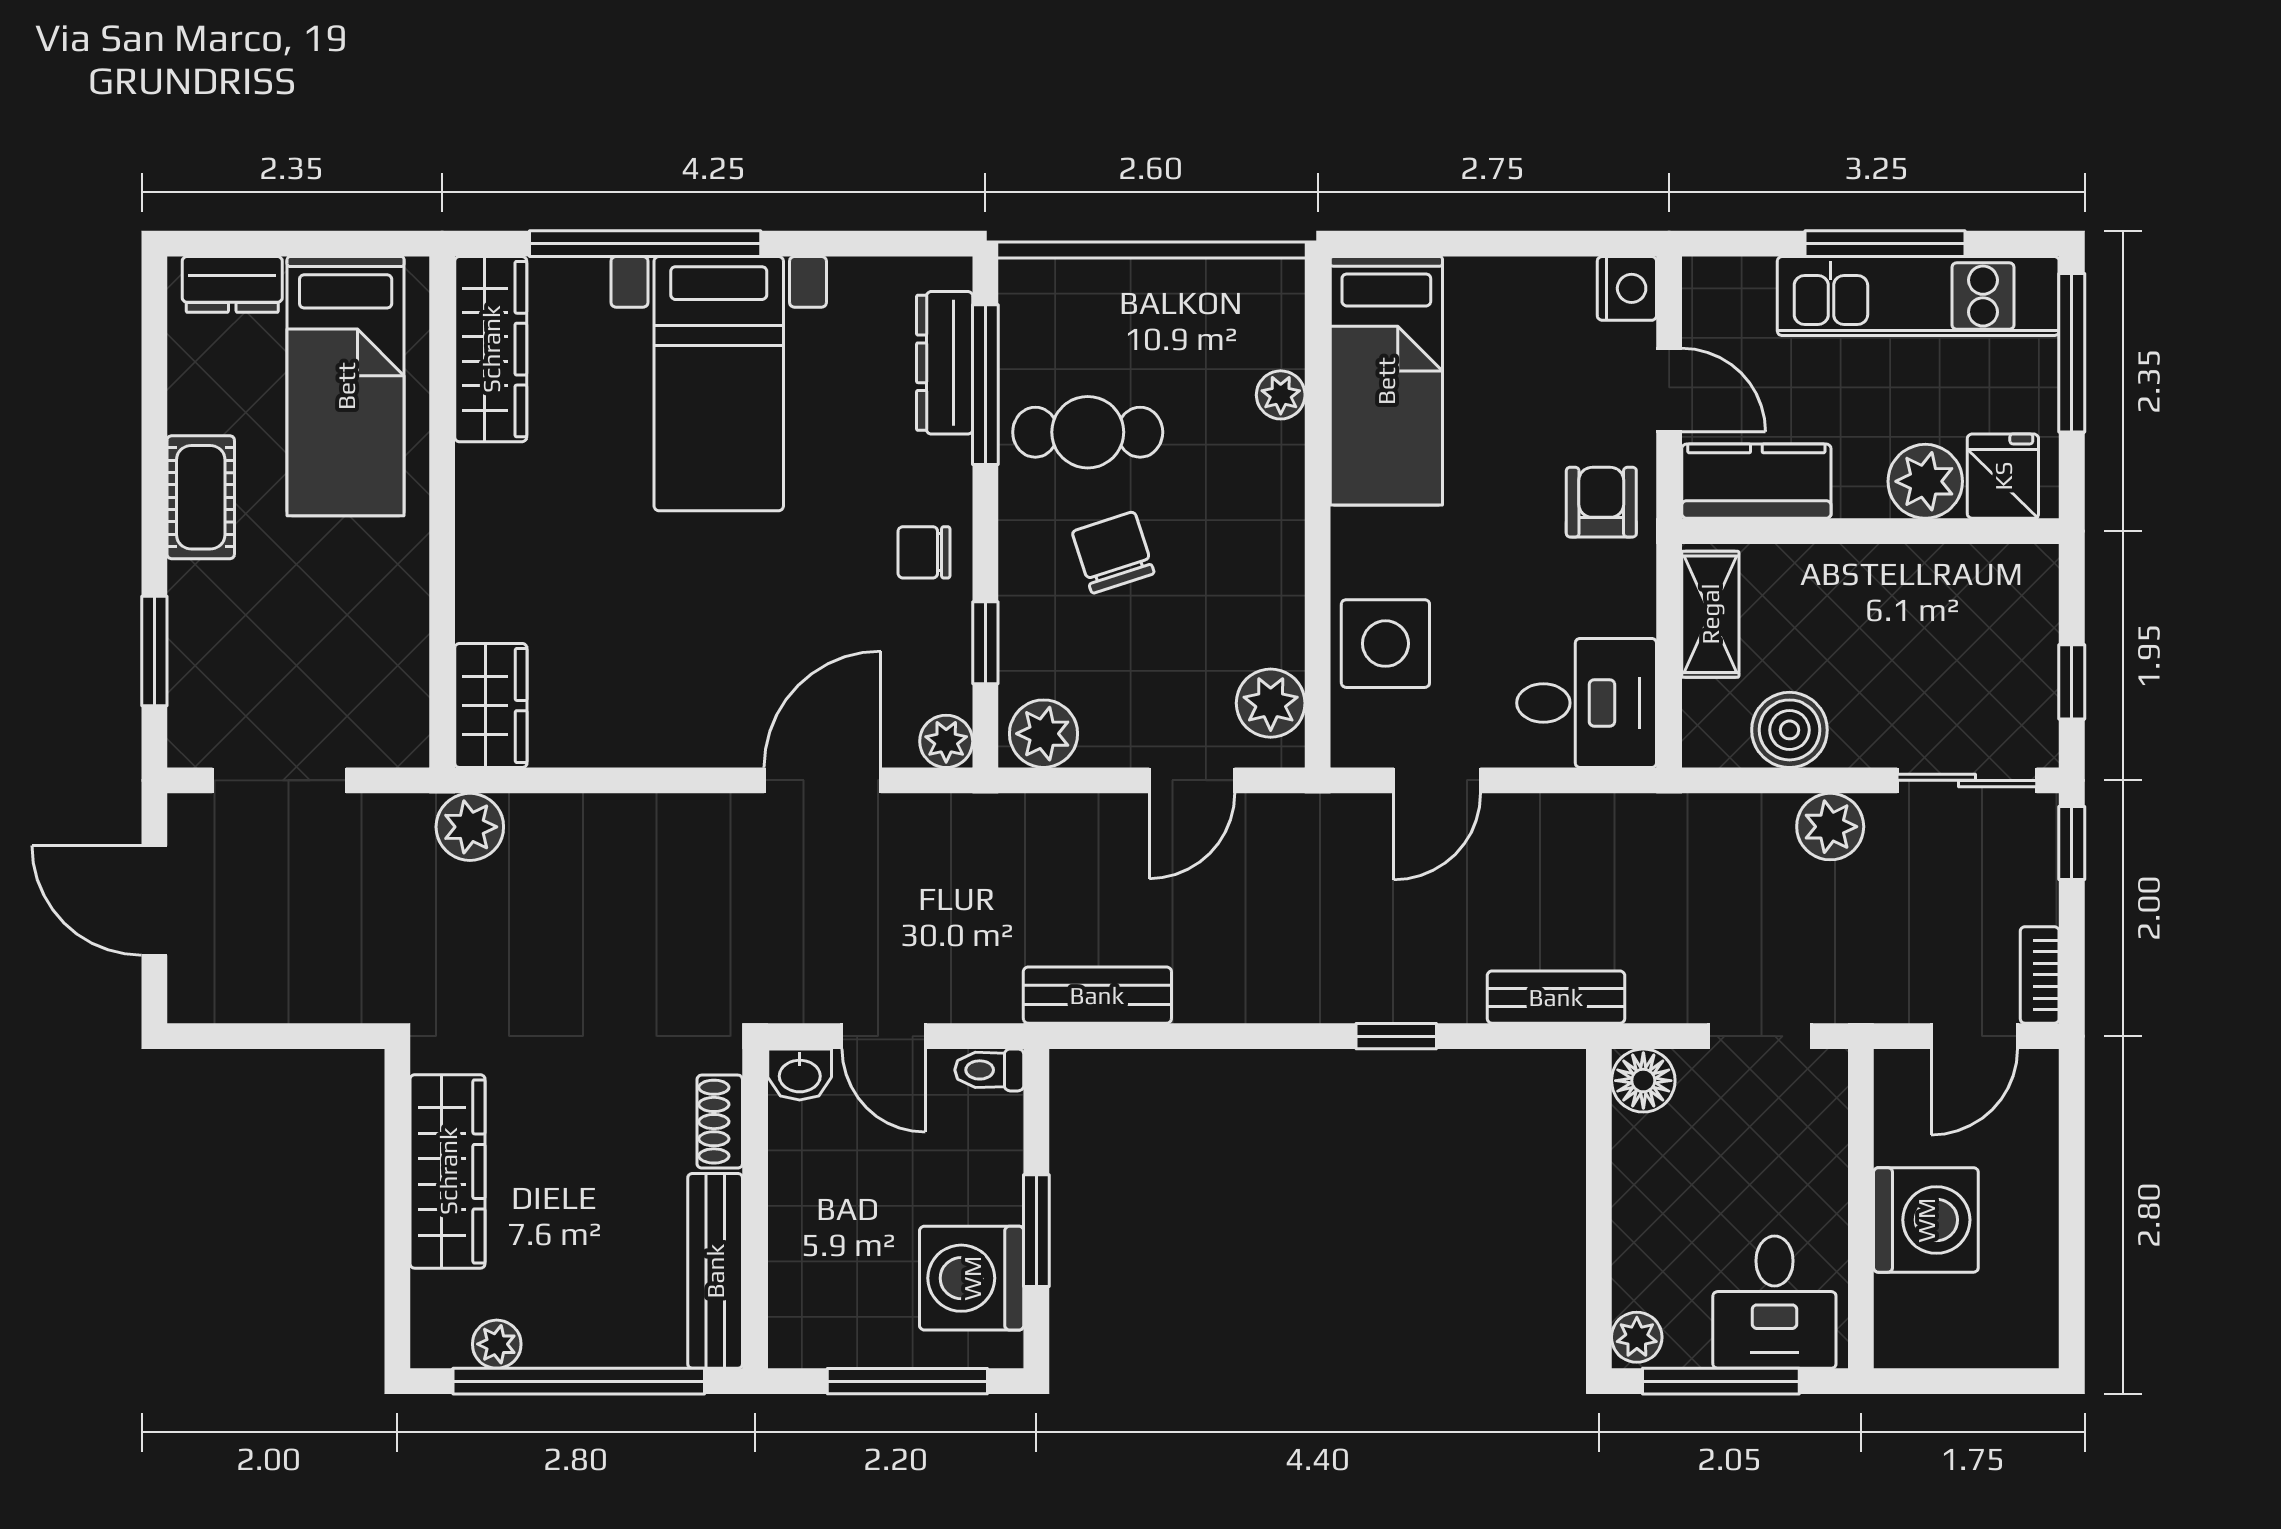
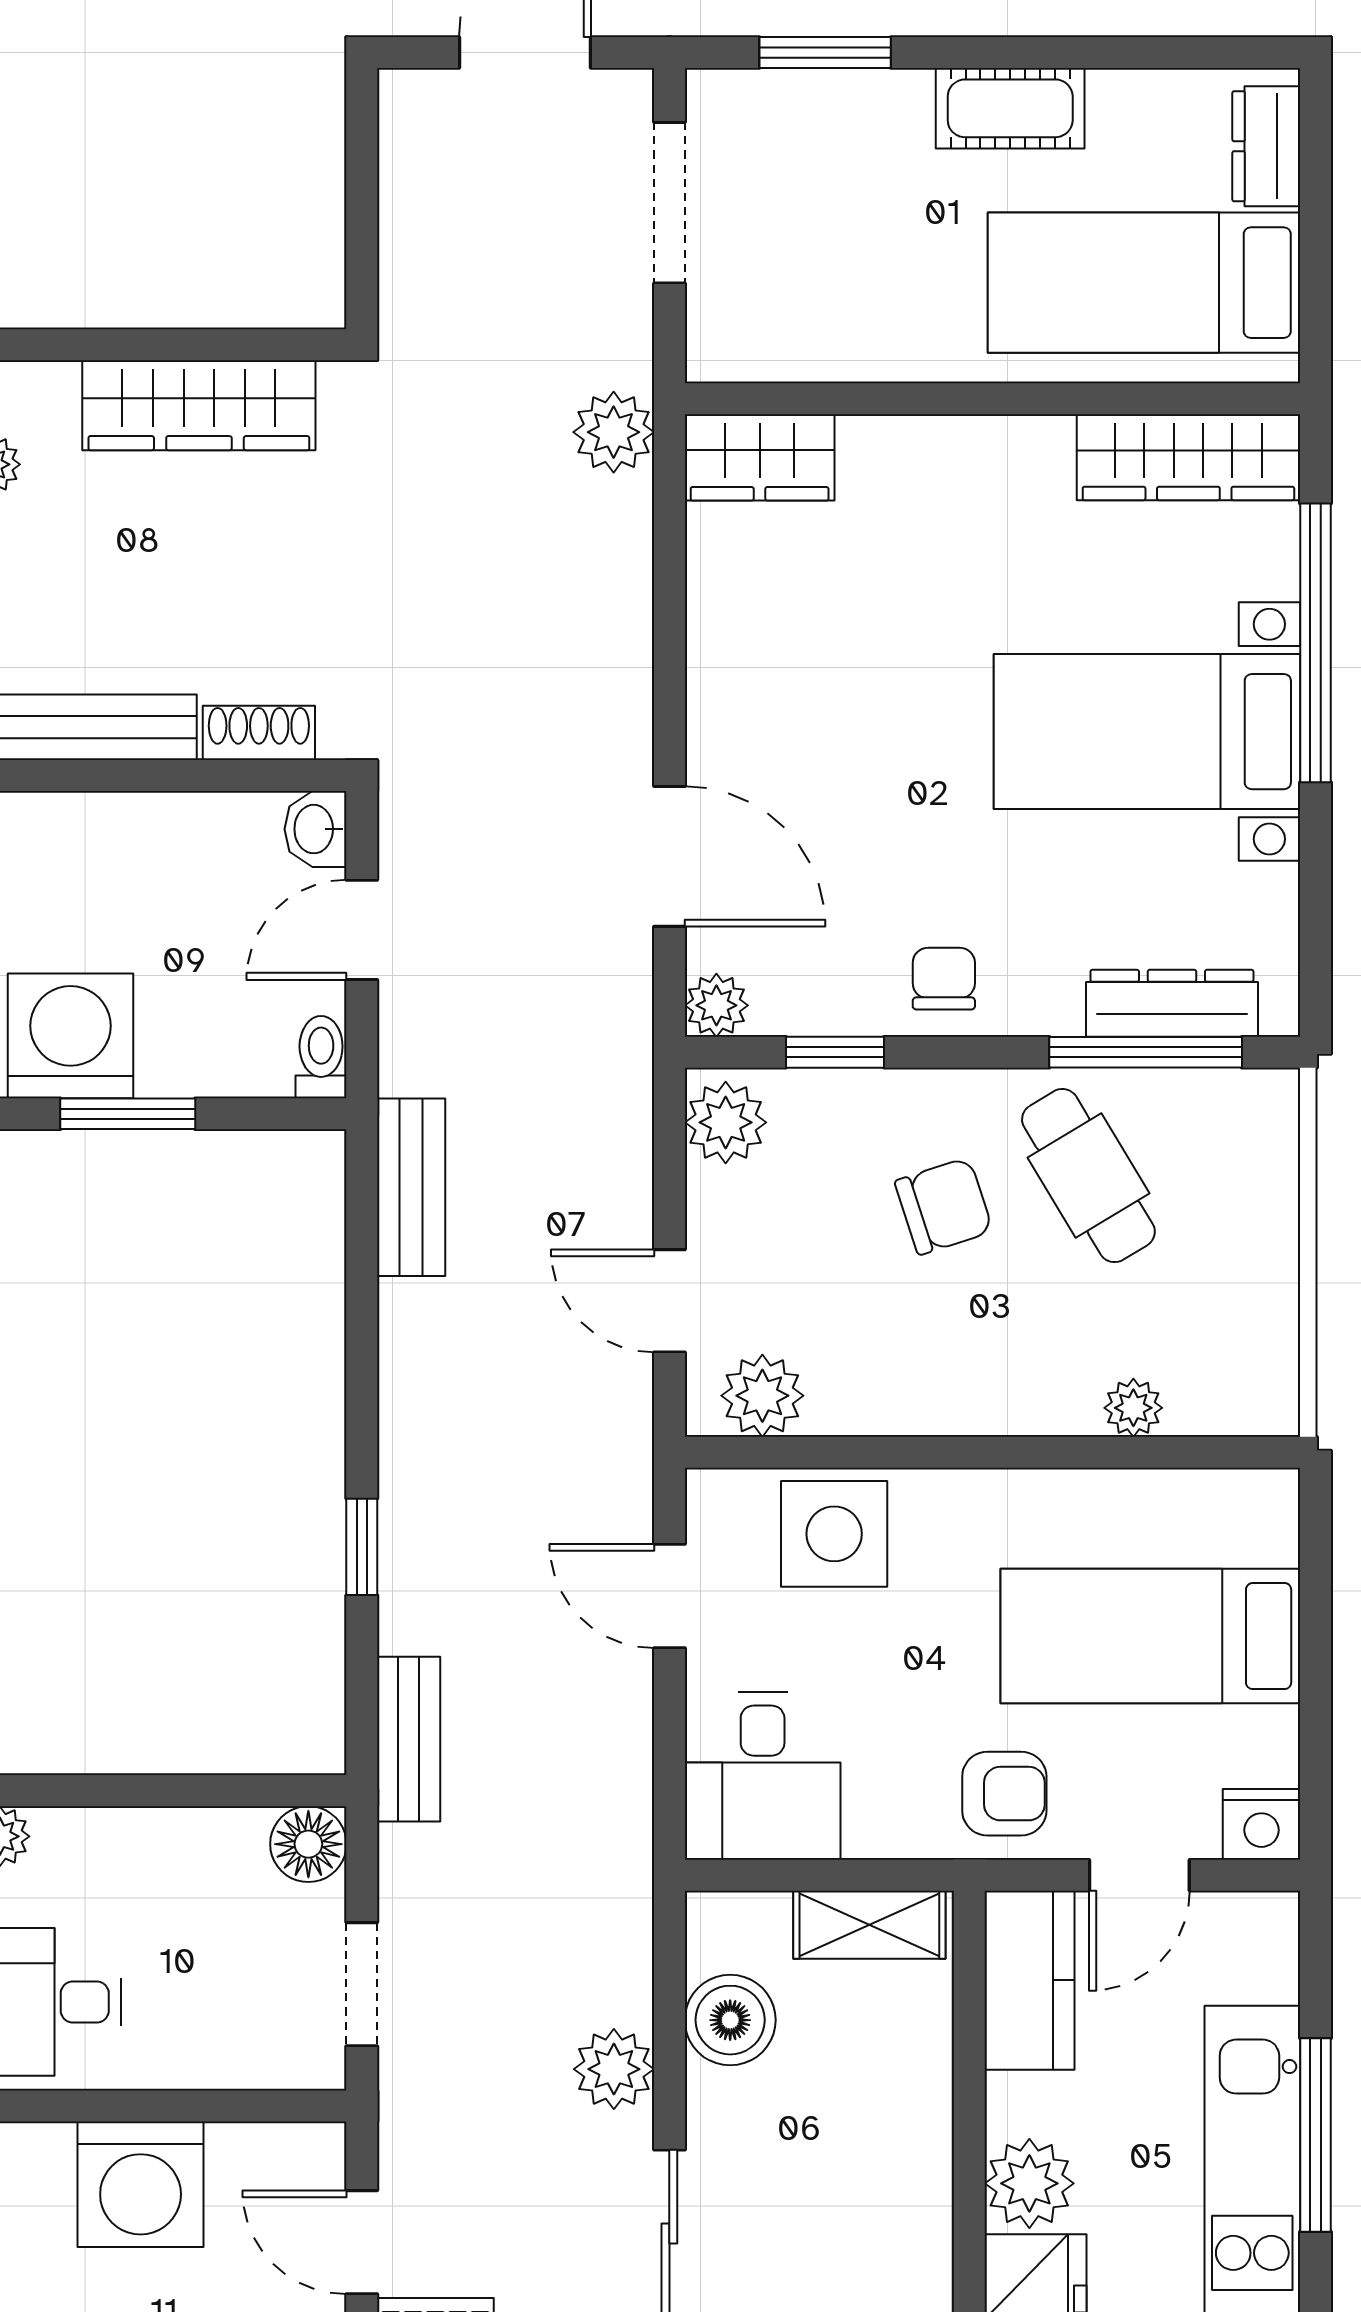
bed: (1386, 381) -> (1150, 1636), moved
cafe table: (1088, 432) -> (1088, 1176), turned -31

